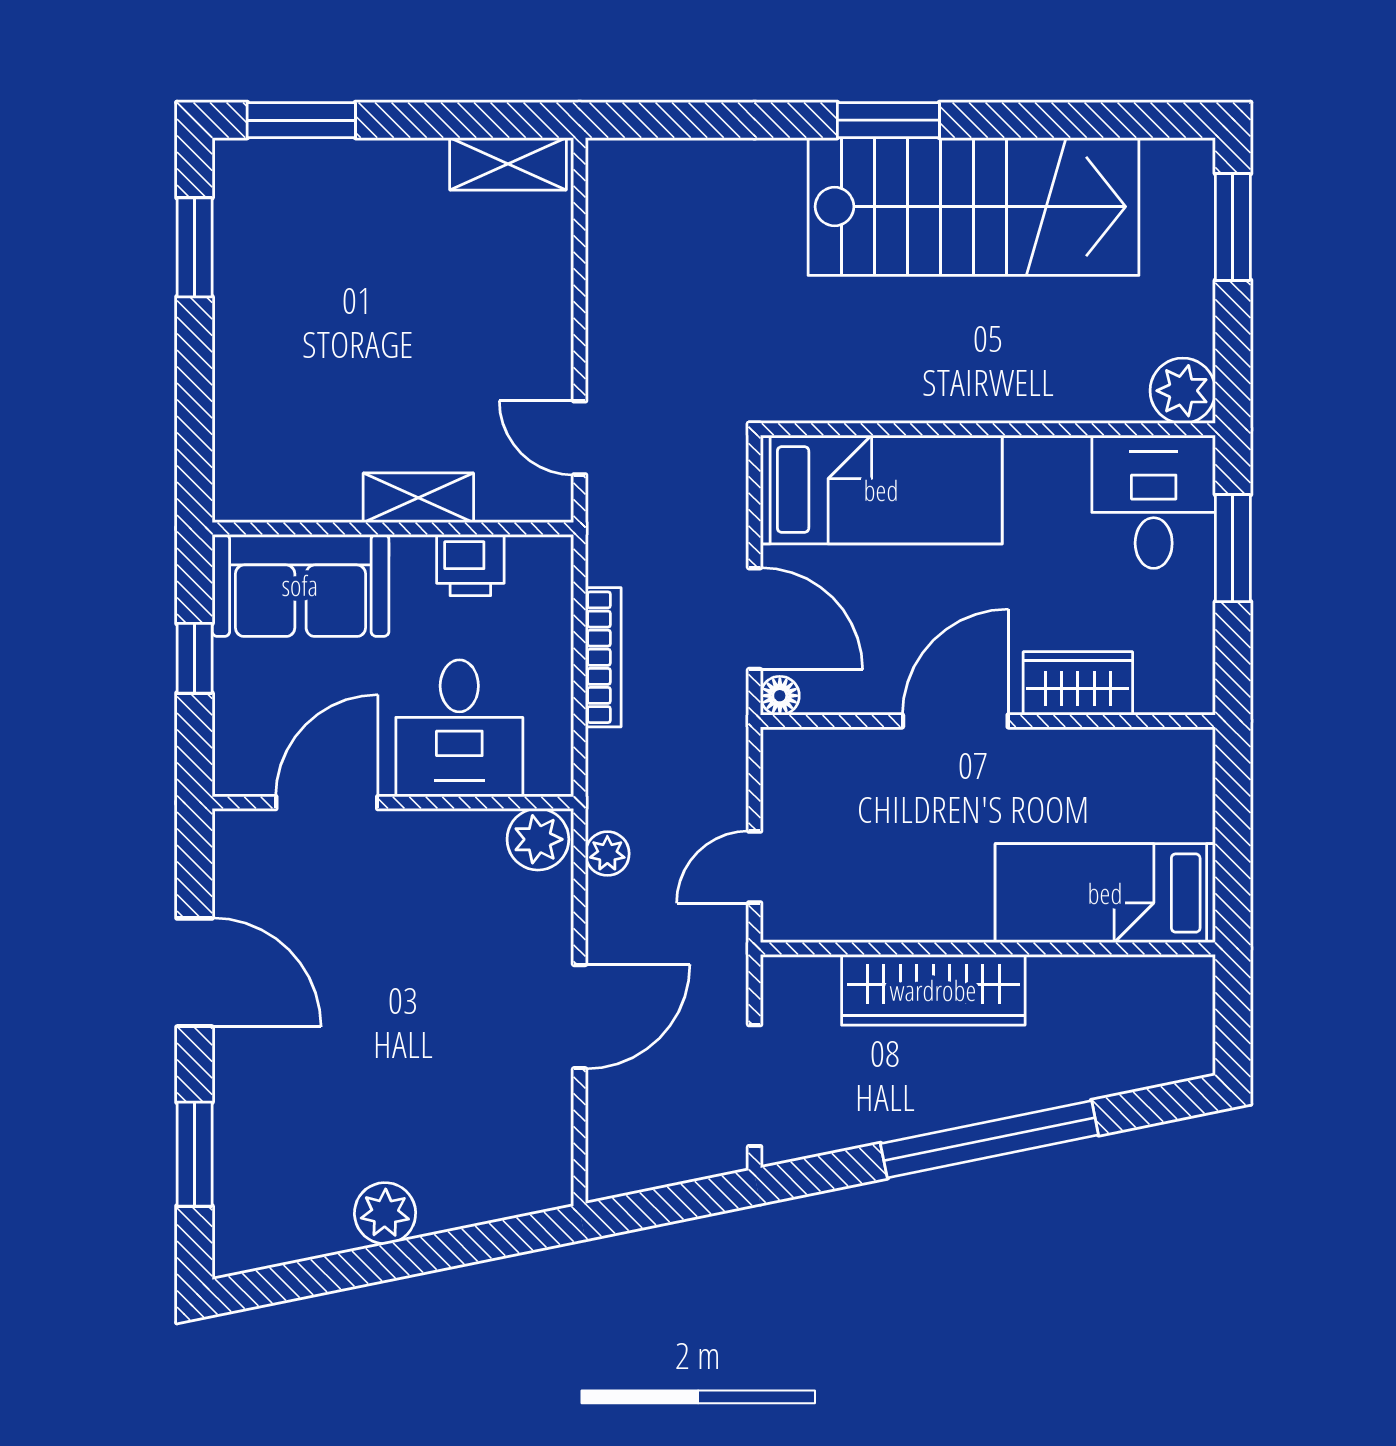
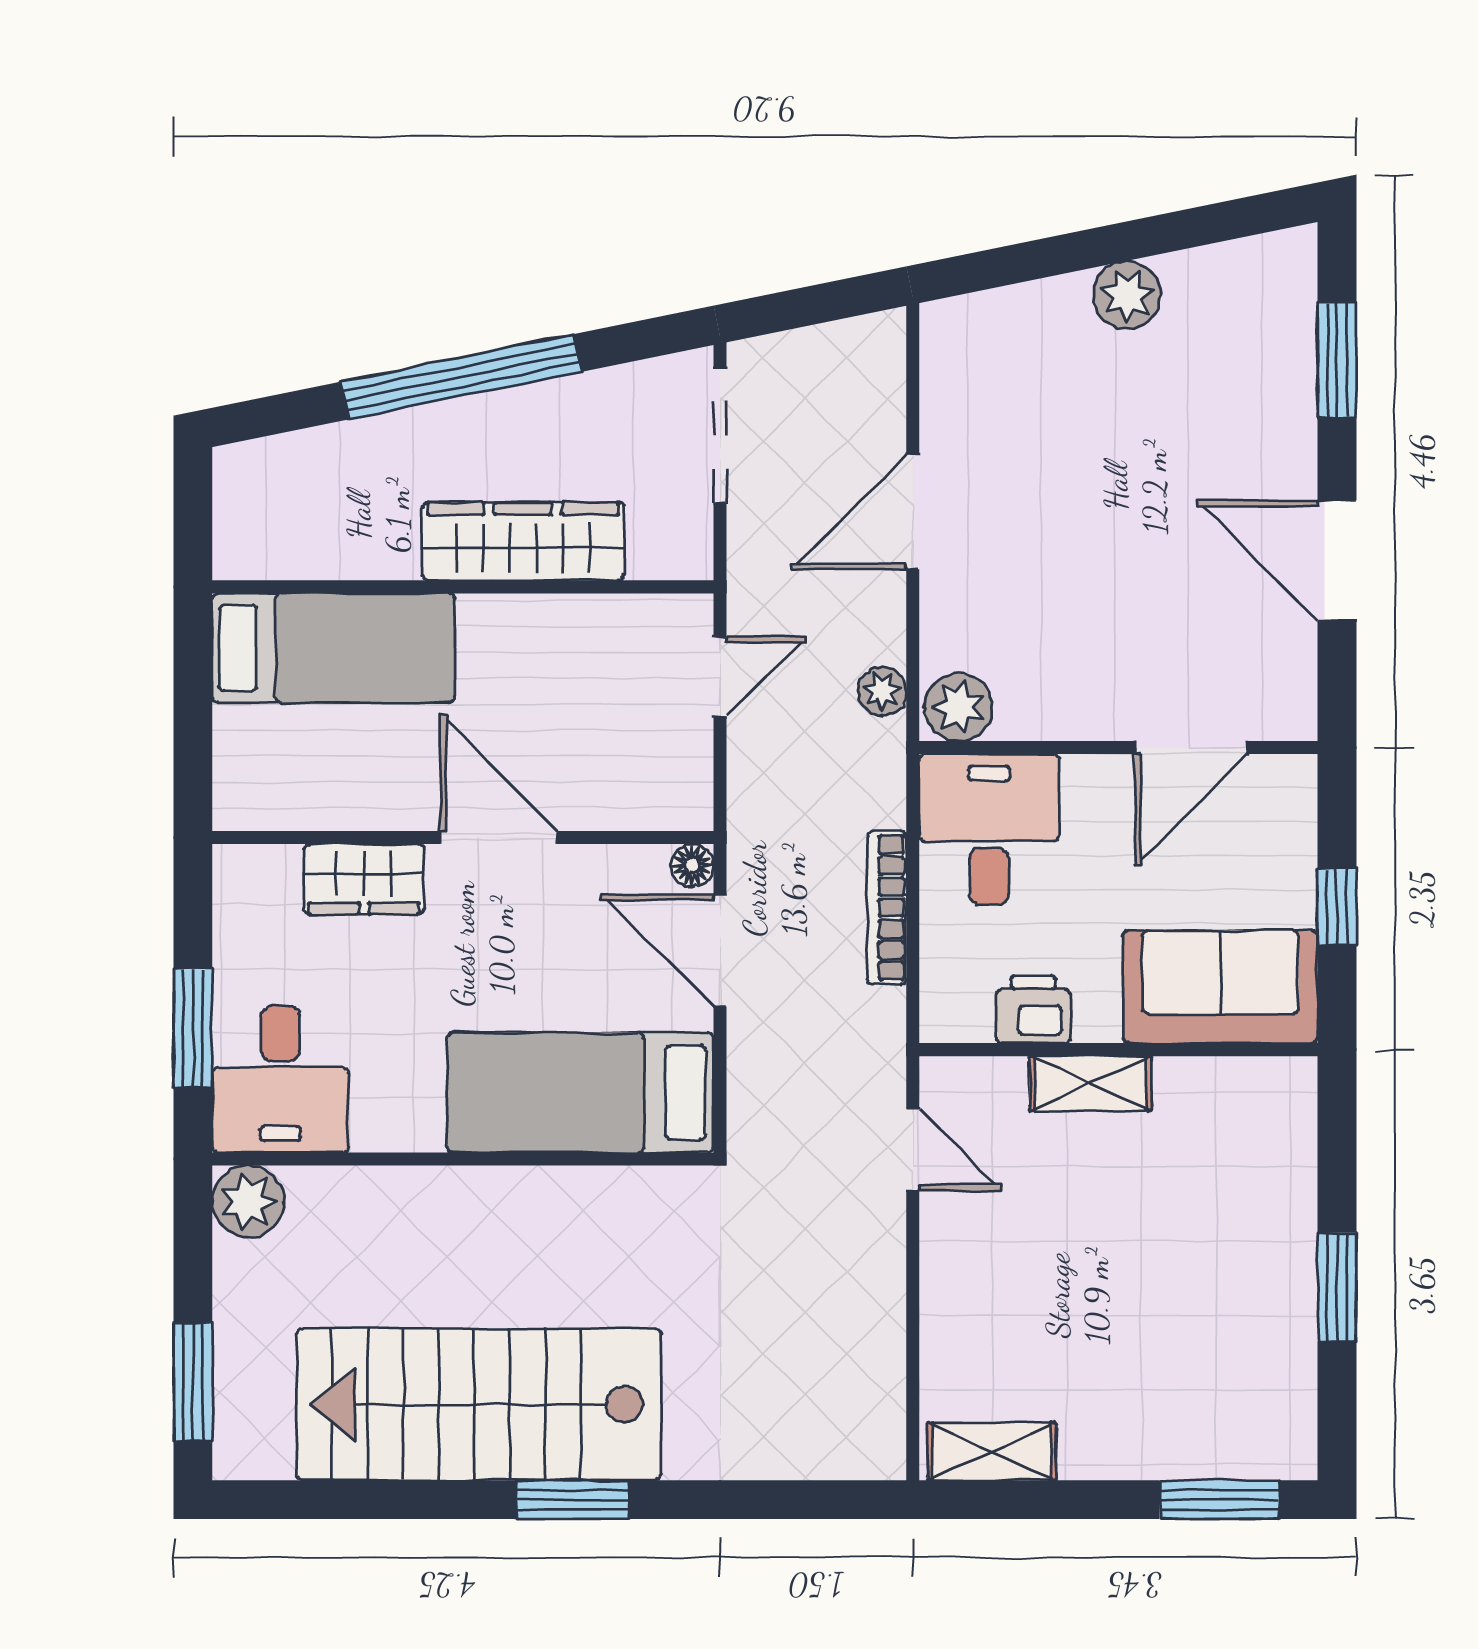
window: (195, 247) -> (1337, 1287), moved
door: (955, 721) -> (499, 838), swing flipped
desk: (459, 728) -> (989, 829), moved

